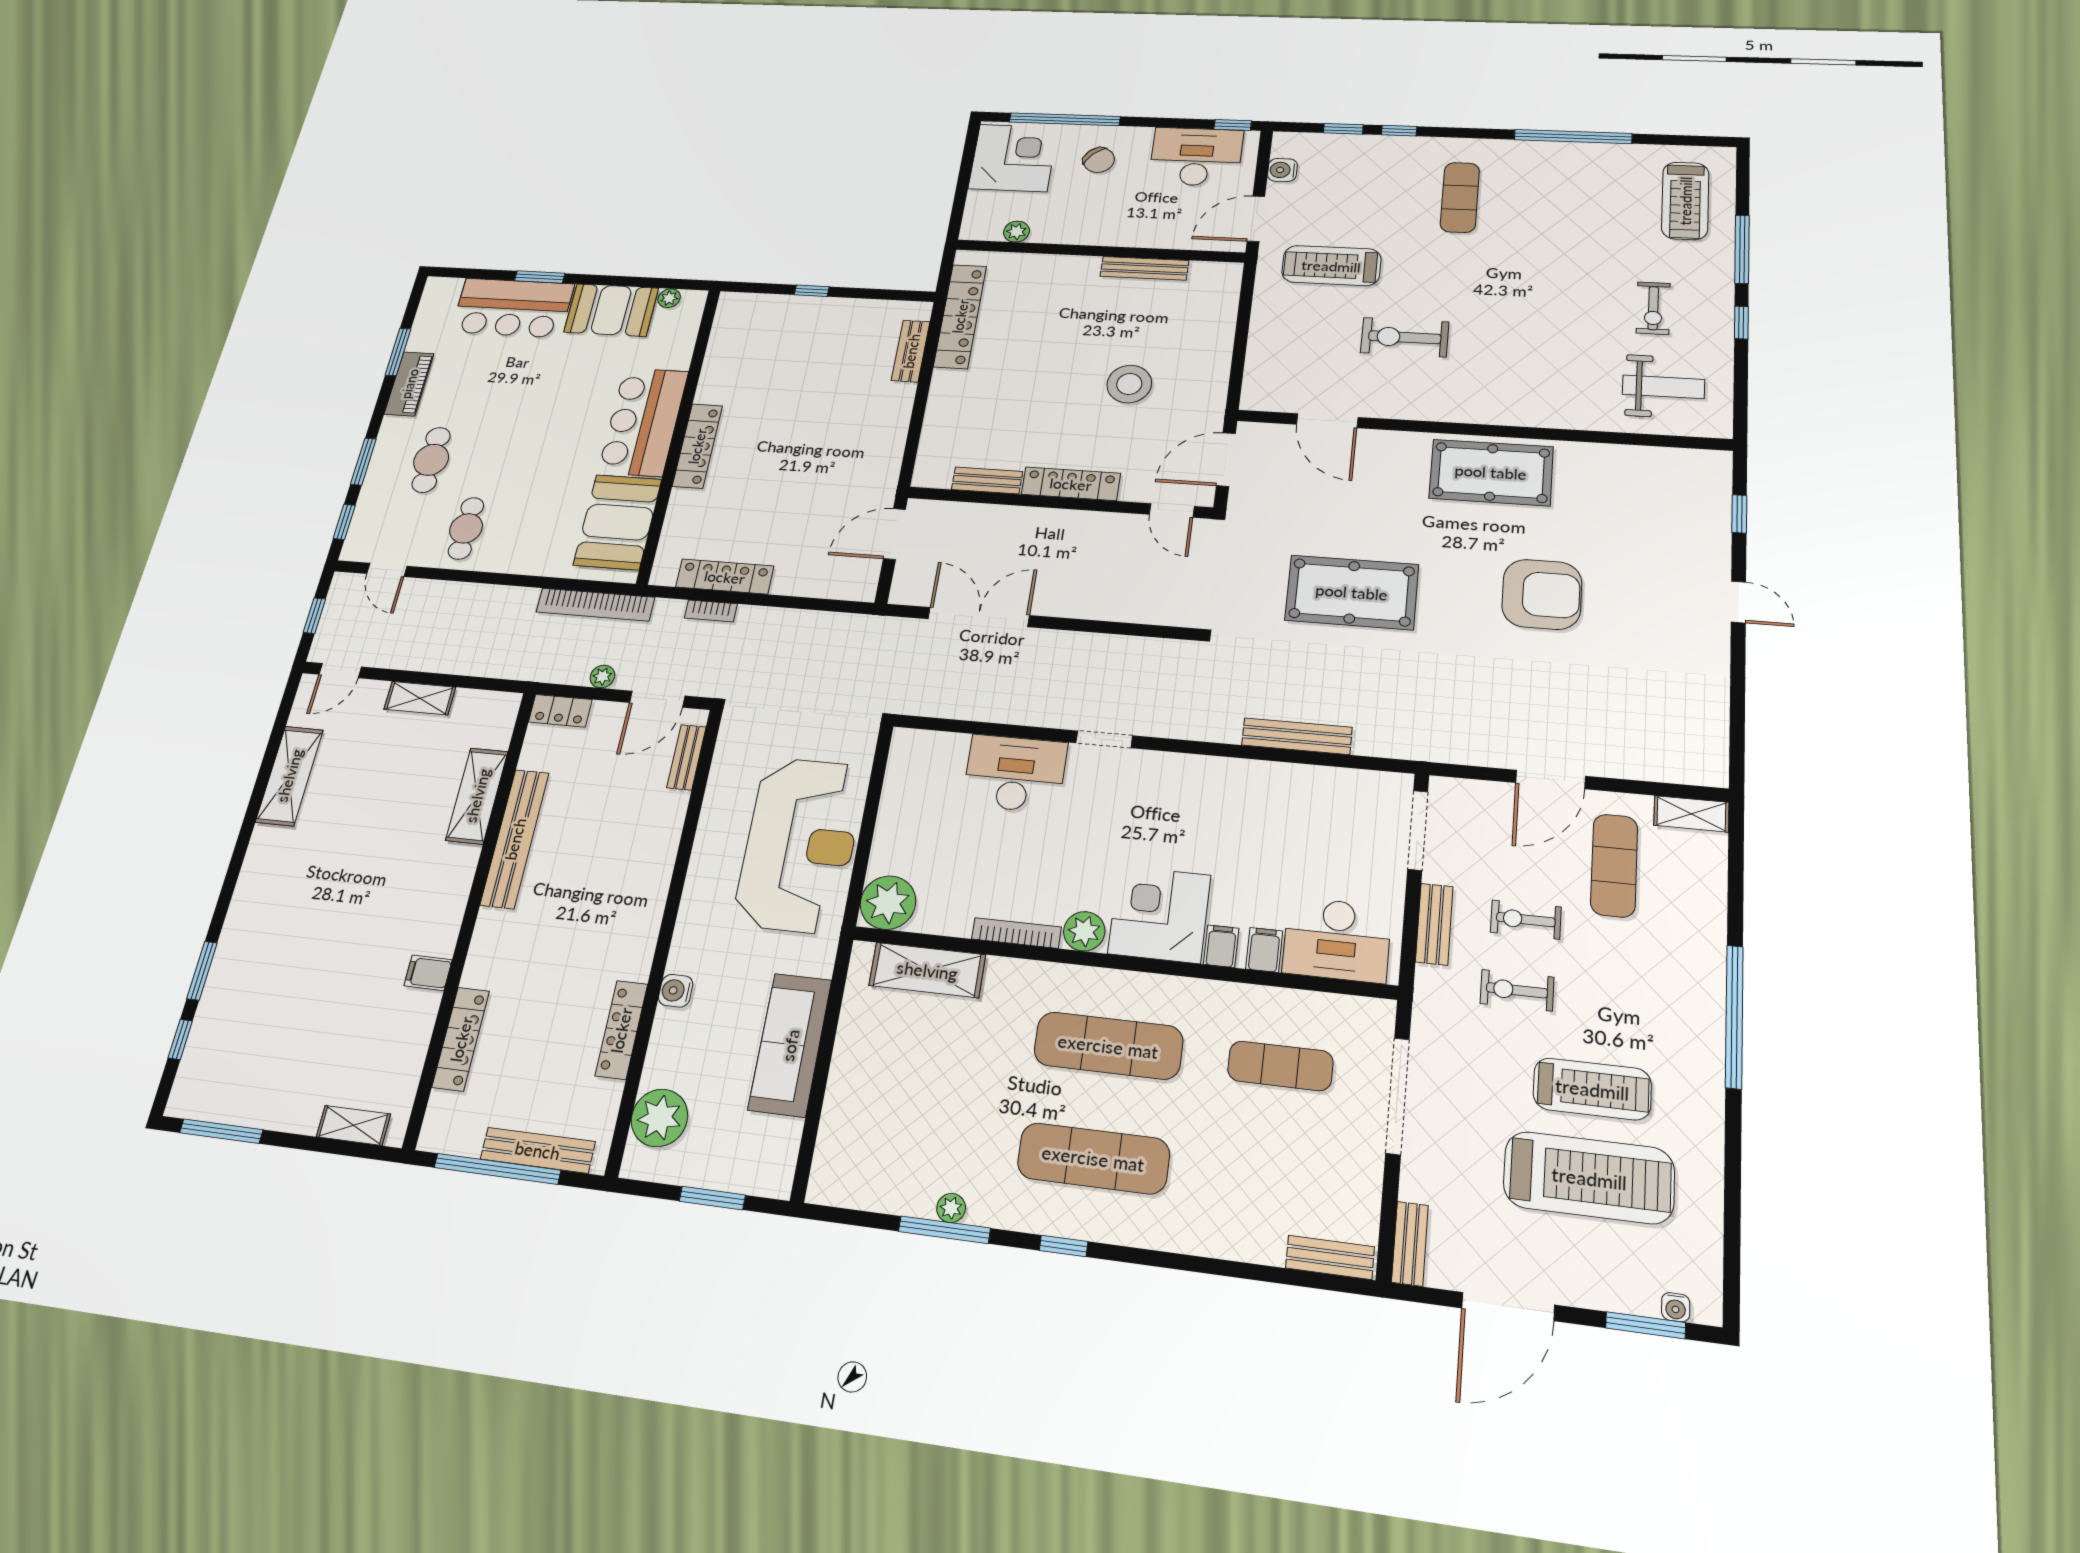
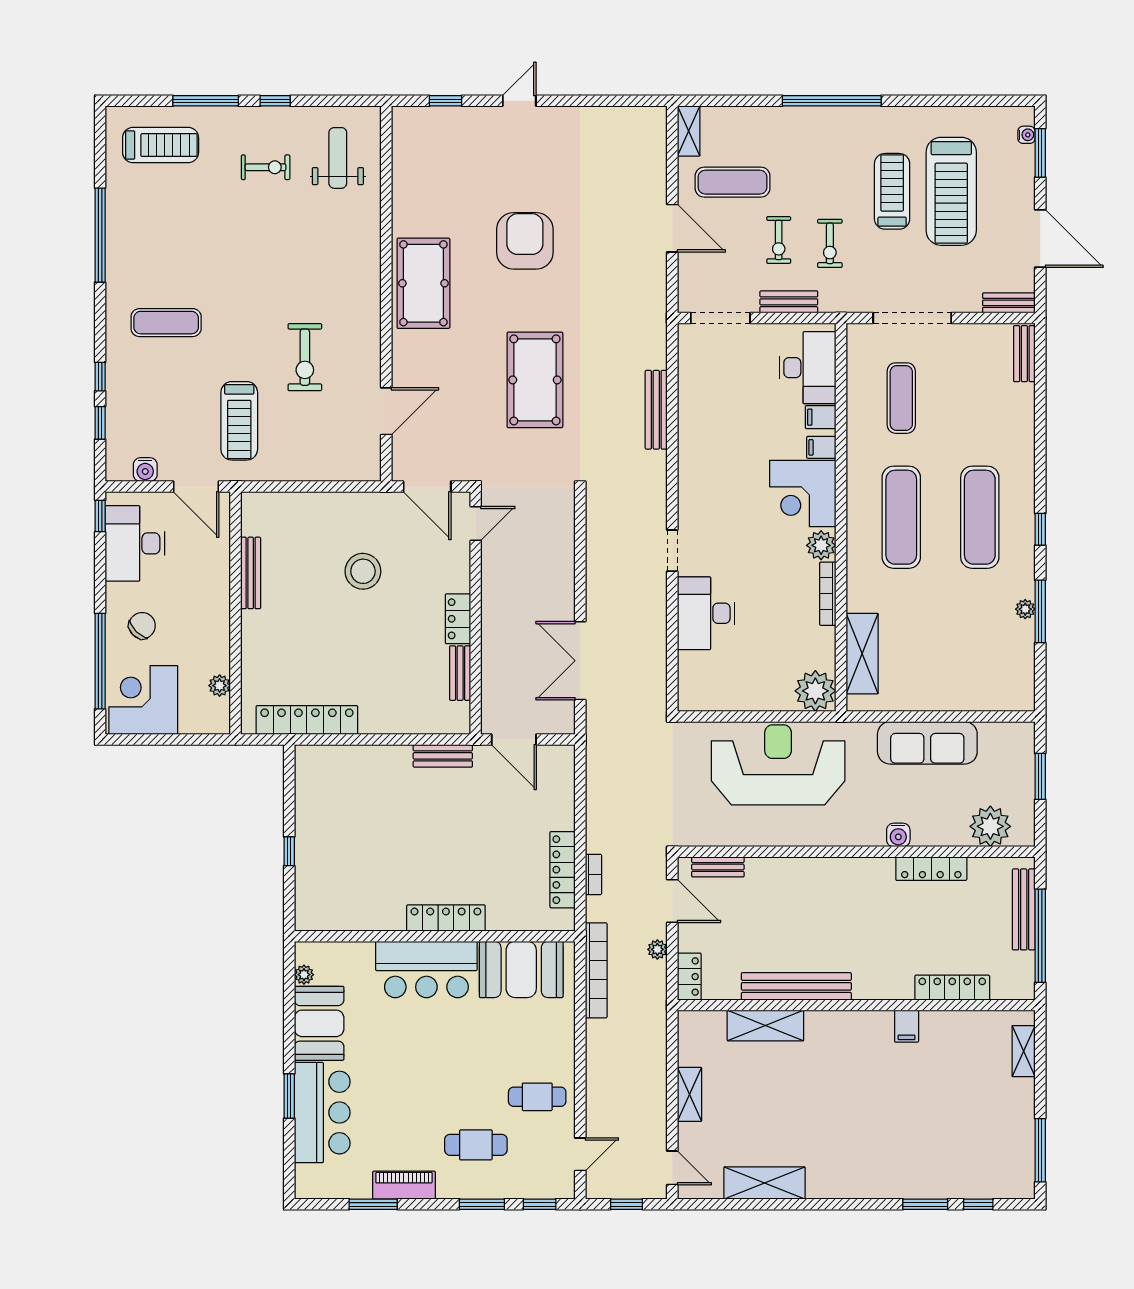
bench: (911, 351) -> (443, 756), moved
locker: (1071, 484) -> (458, 619), width x0.66
treadmill: (1589, 1178) -> (951, 191), turned 180

